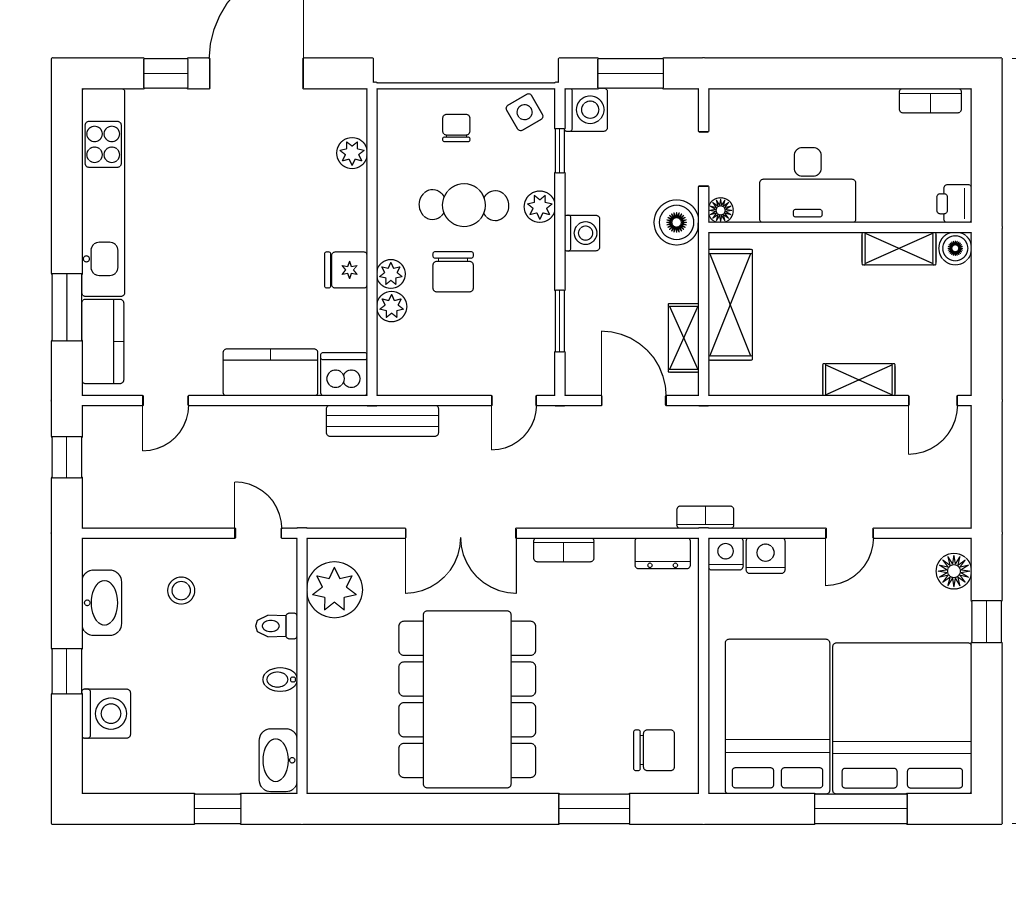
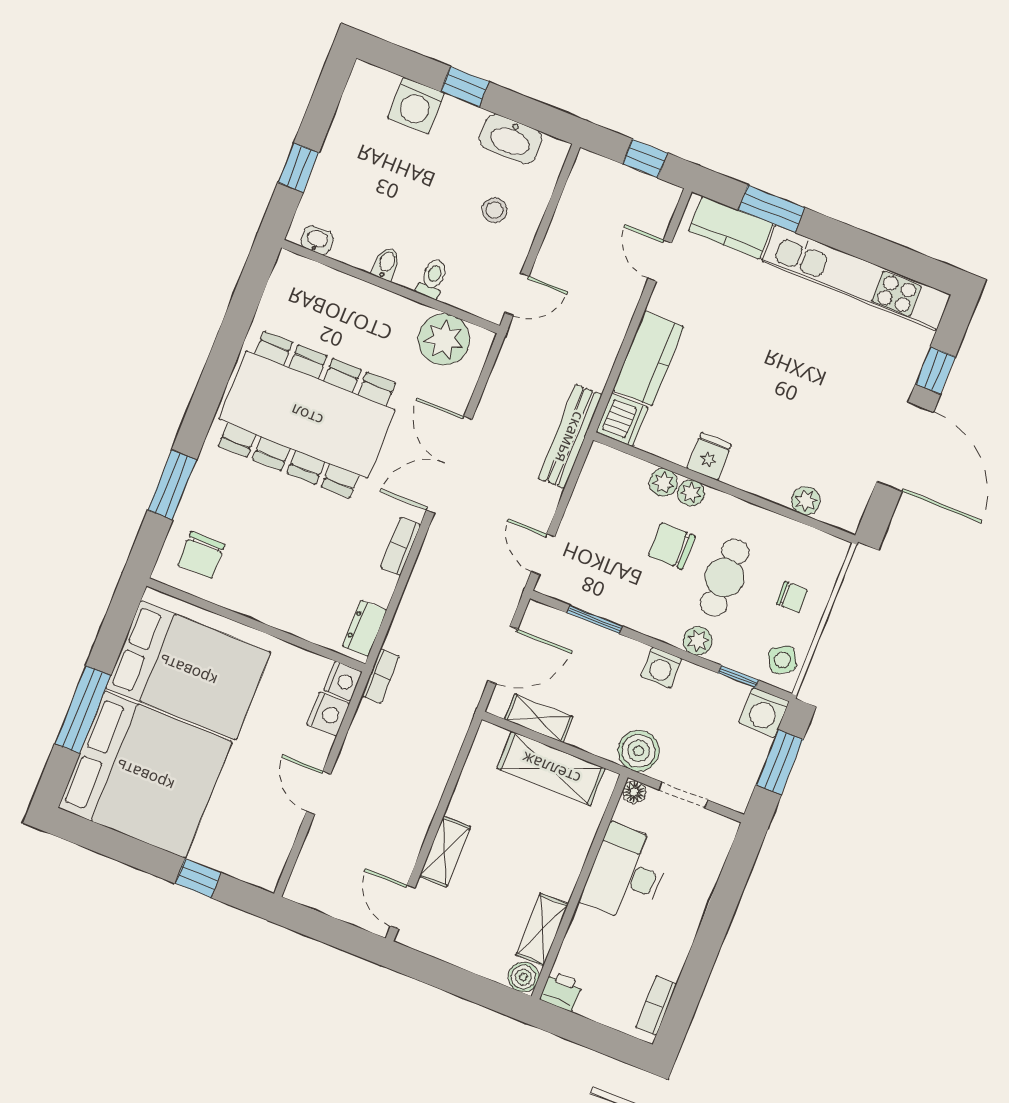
floor lamp: (954, 571) -> (252, 868), removed
washbasin: (278, 760) -> (317, 240), width x0.52, depth x0.69

